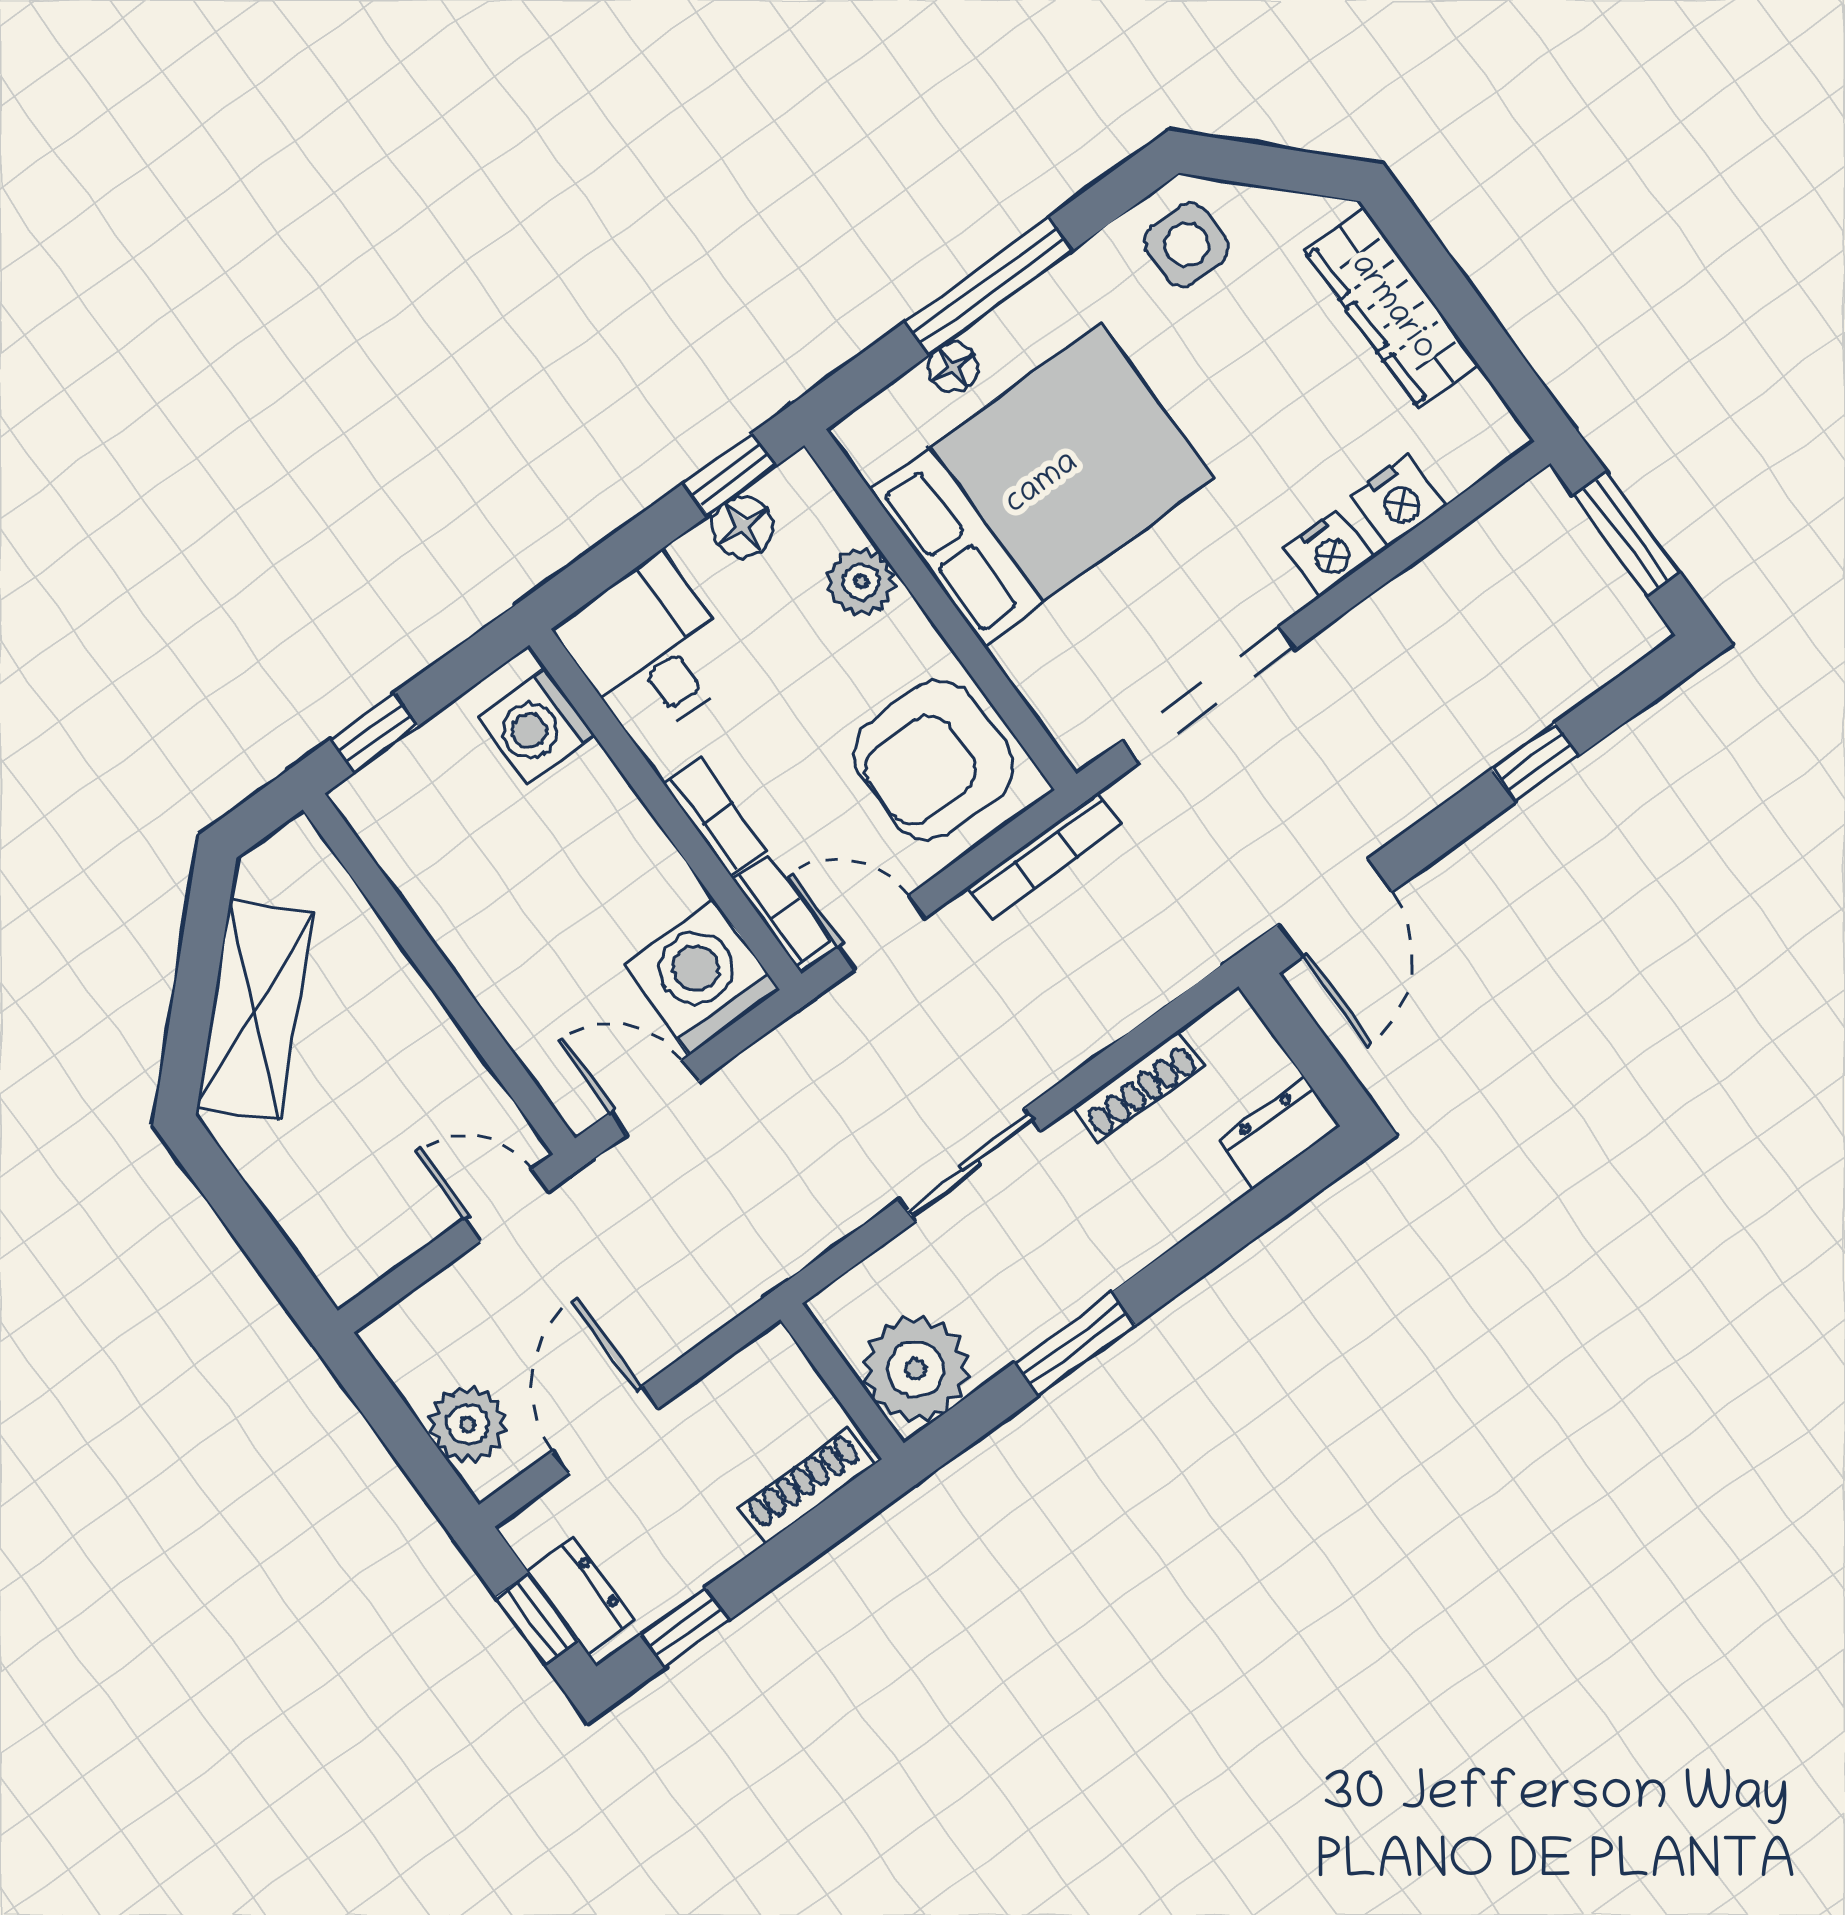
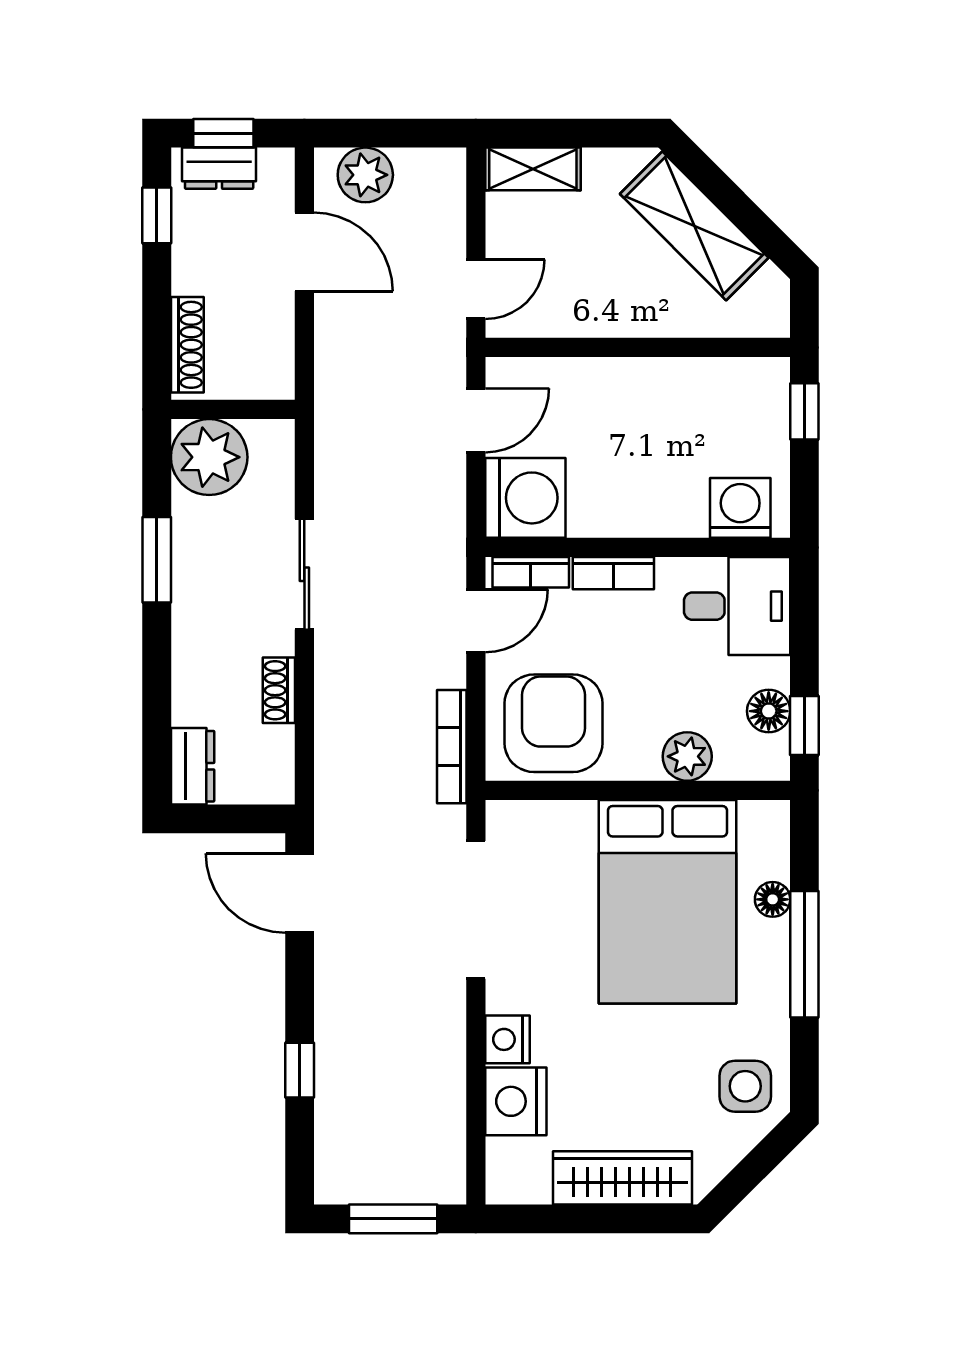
nightstand: (1399, 500) -> (516, 1101), width x1.36, depth x1.33
shoe rack: (1138, 1087) -> (279, 690), width x0.70
shelving: (323, 1239) -> (533, 169), added

